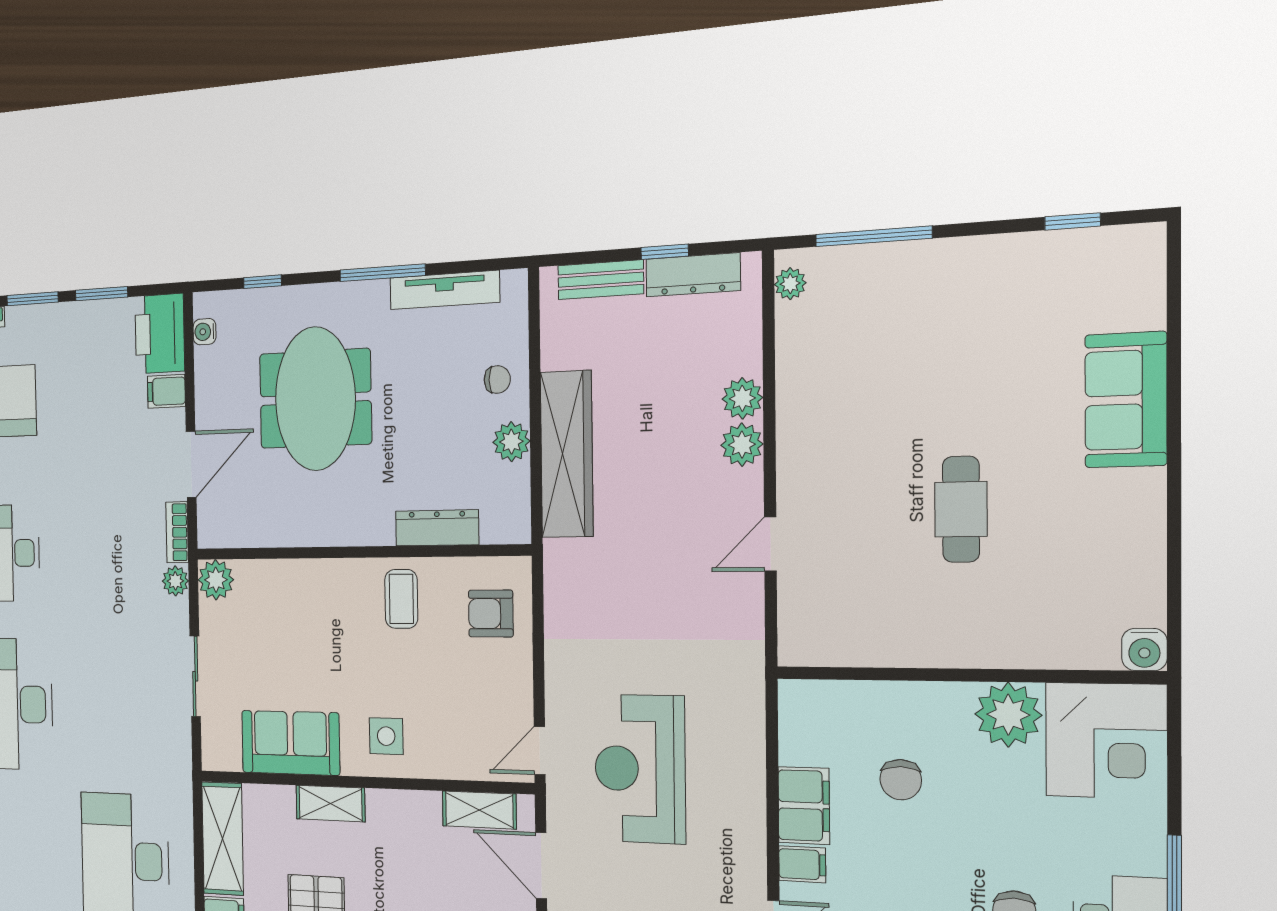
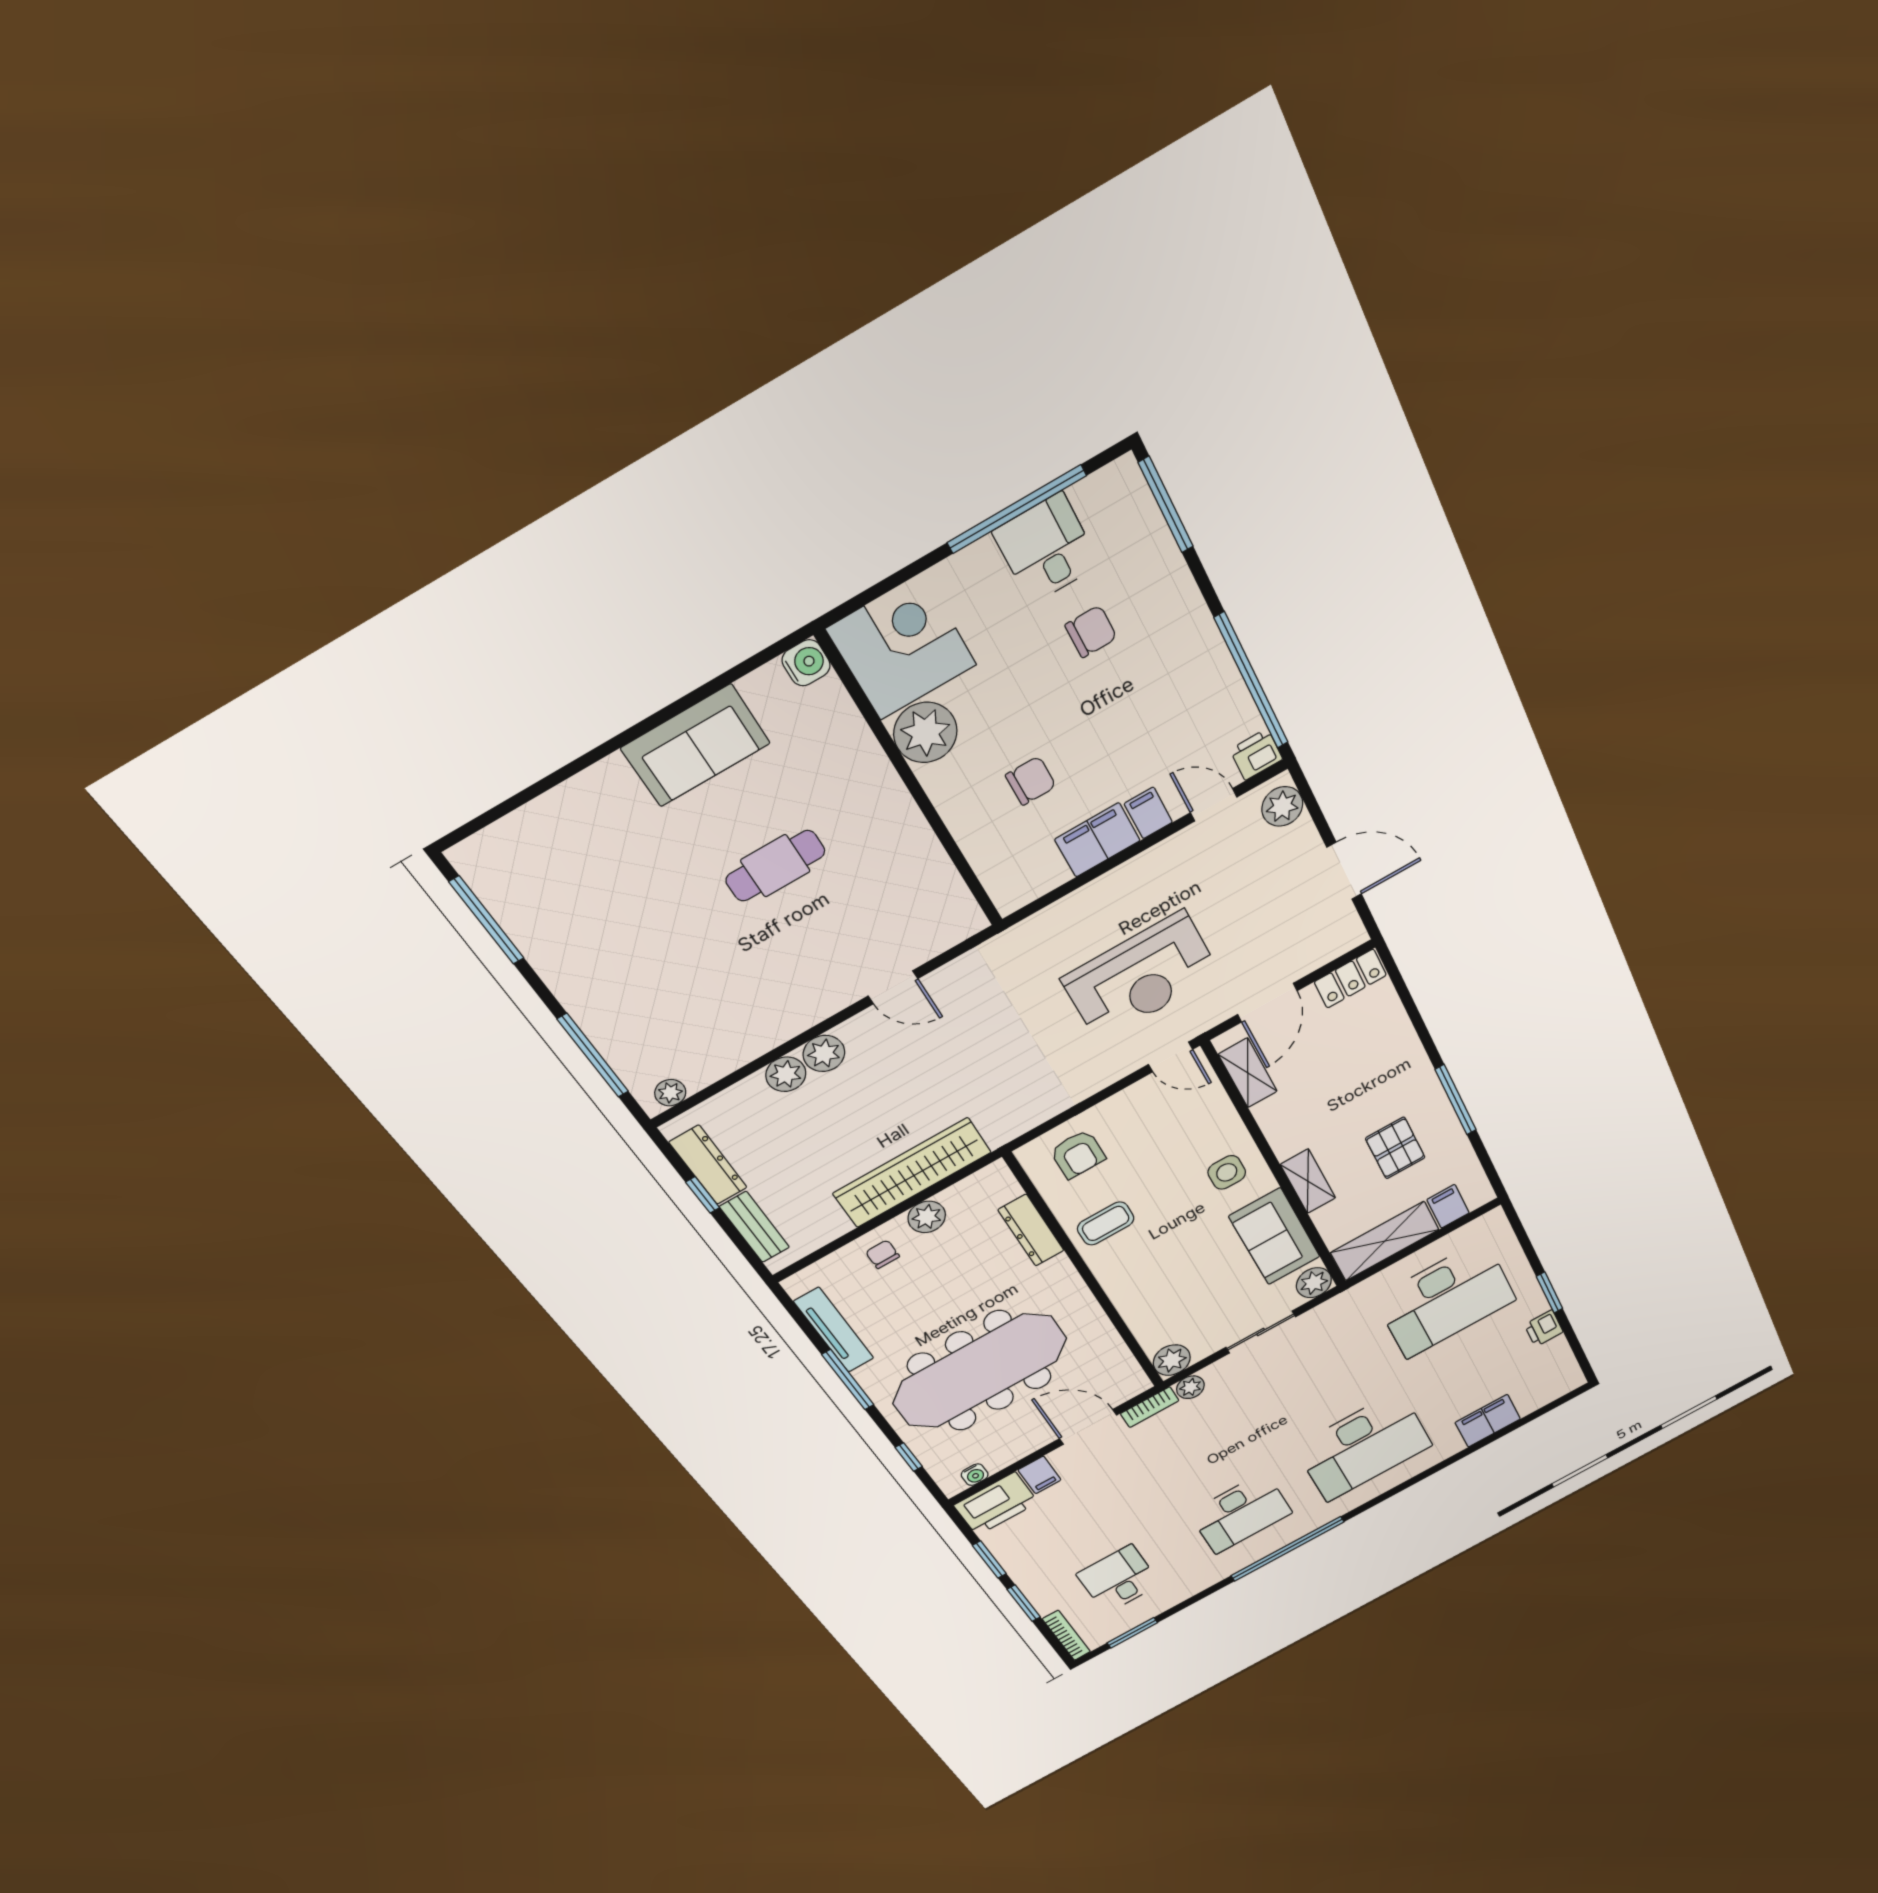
window: (1073, 221) -> (487, 920), width x2.17
meeting table: (315, 399) -> (980, 1371), width x1.36
sofa: (1126, 400) -> (696, 746), moved
plant: (218, 752) -> (1314, 1283), added

